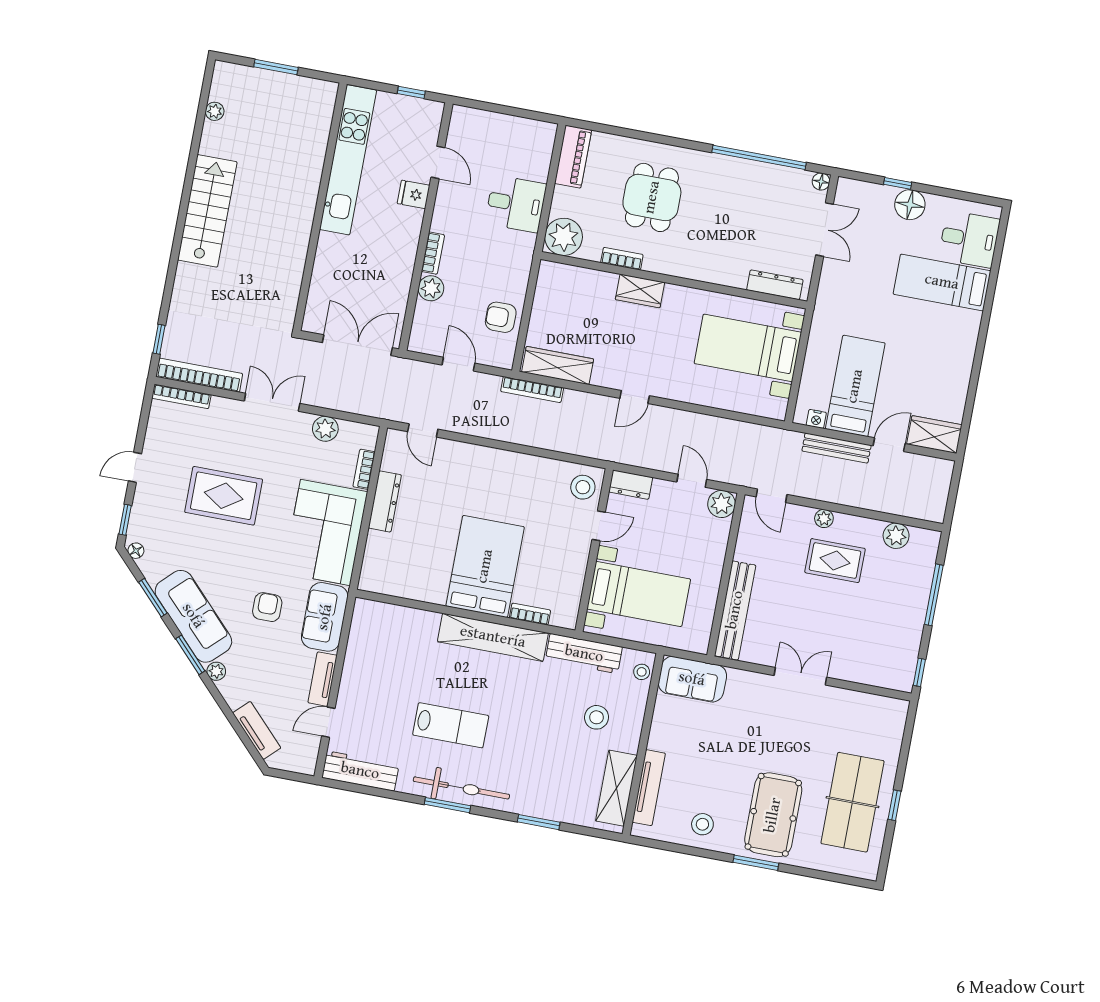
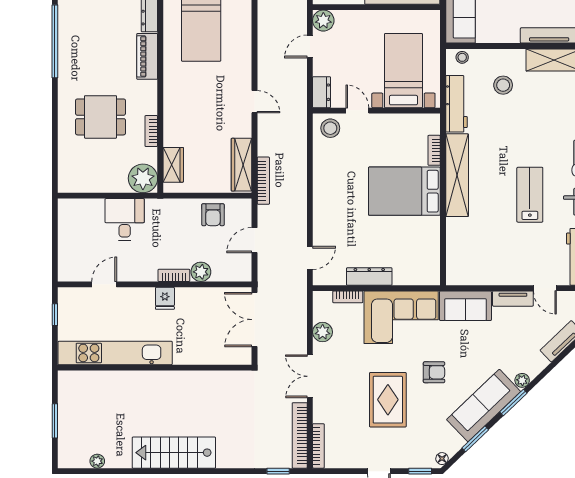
piano: (573, 157) -> (147, 56), moved, turned -90
fridge: (414, 194) -> (165, 298), moved
wardrobe: (640, 291) -> (173, 165), moved
armchair: (267, 607) -> (434, 372), moved, turned 180

